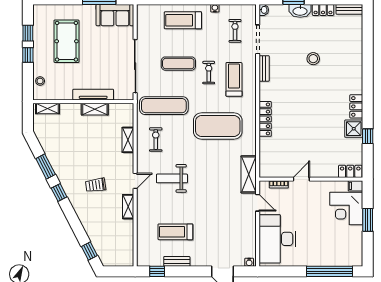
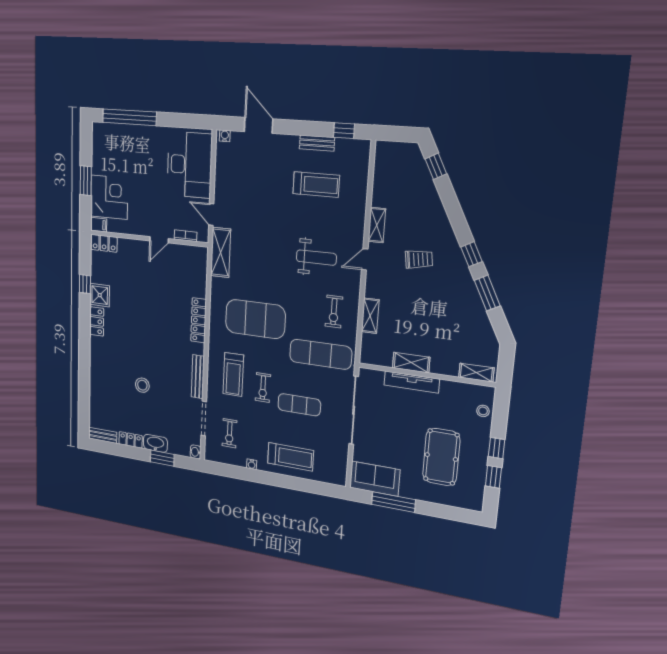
bench: (264, 68) -> (198, 377), width x1.36

